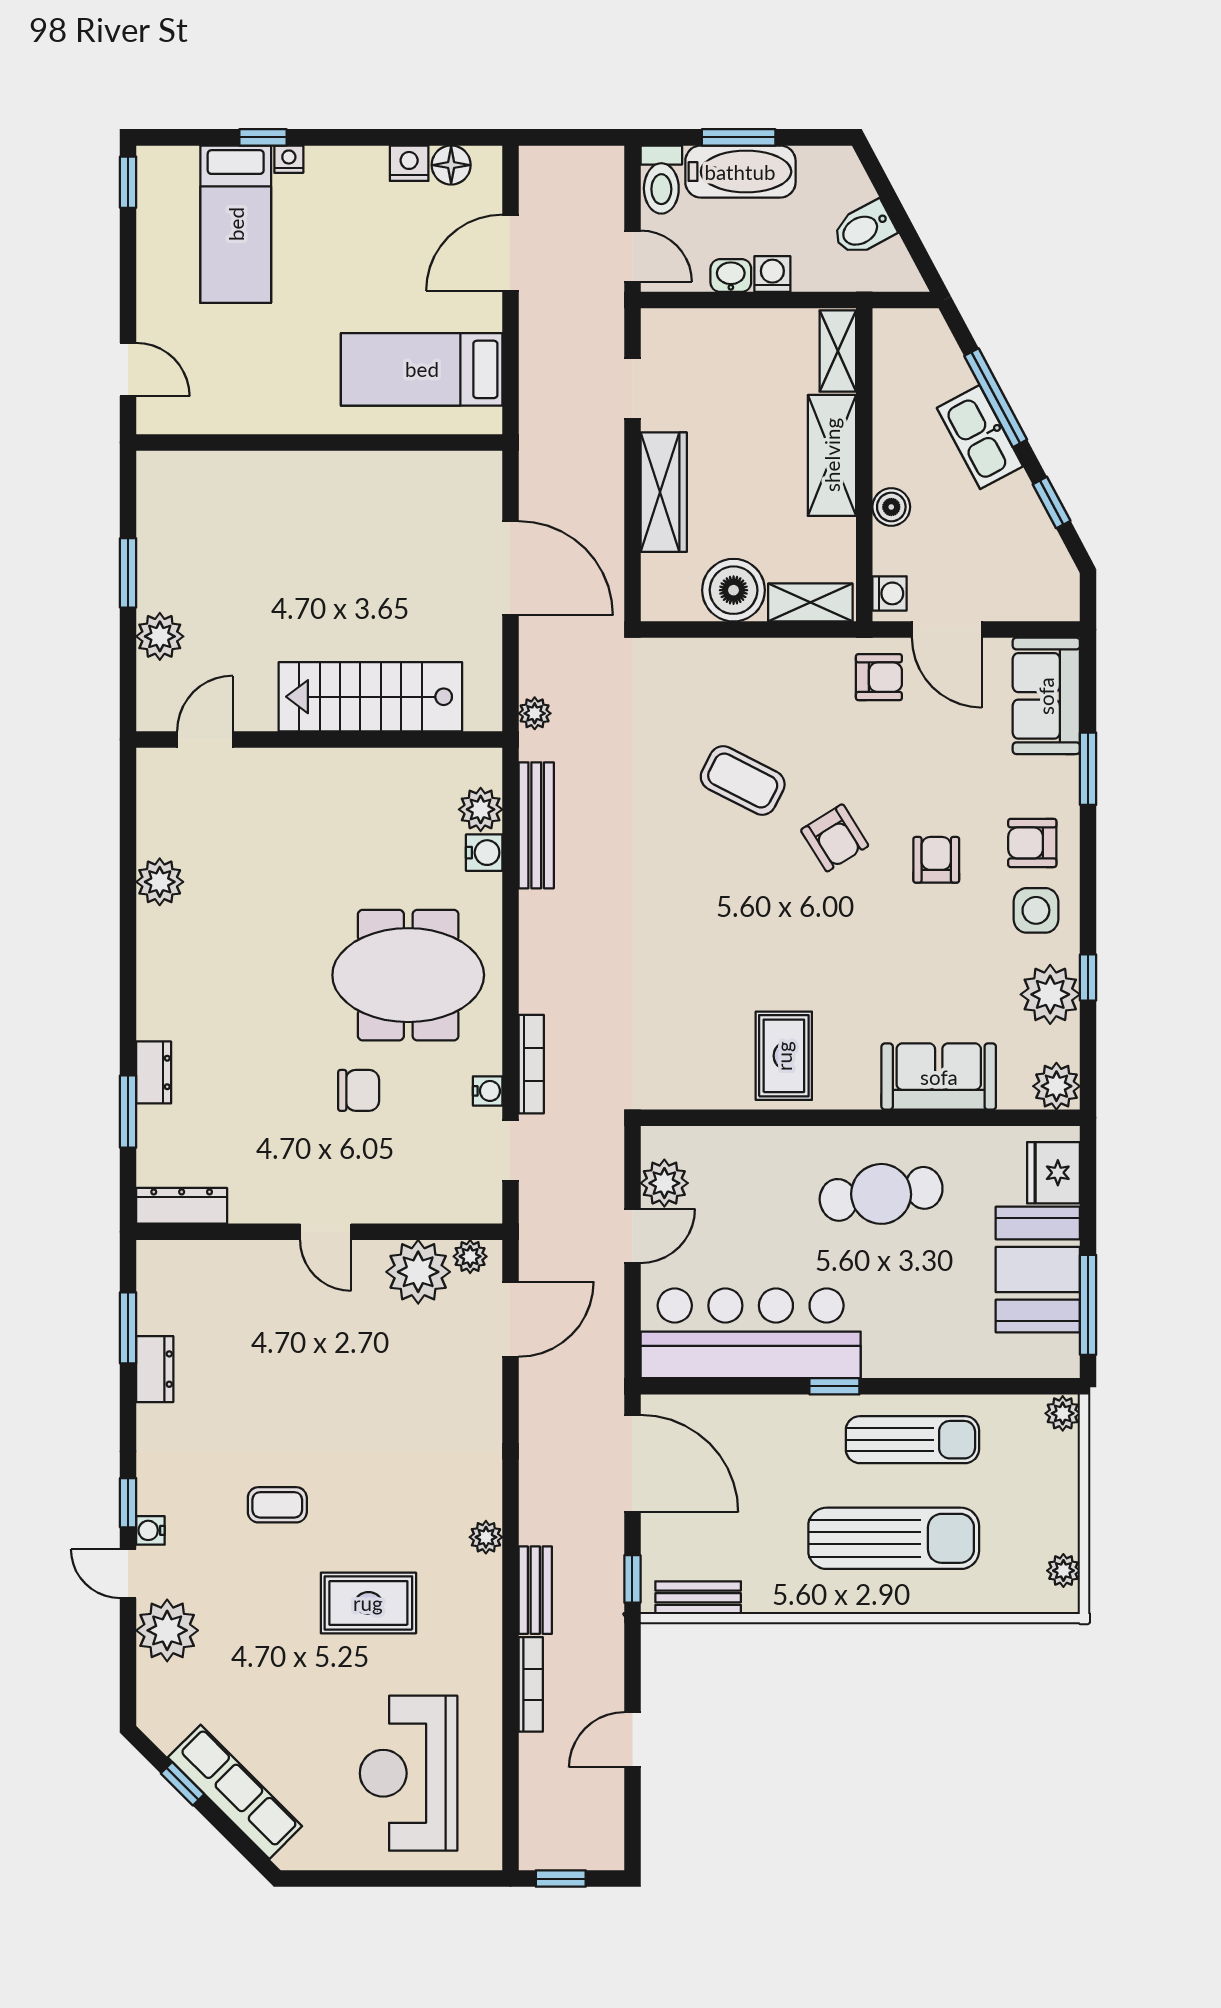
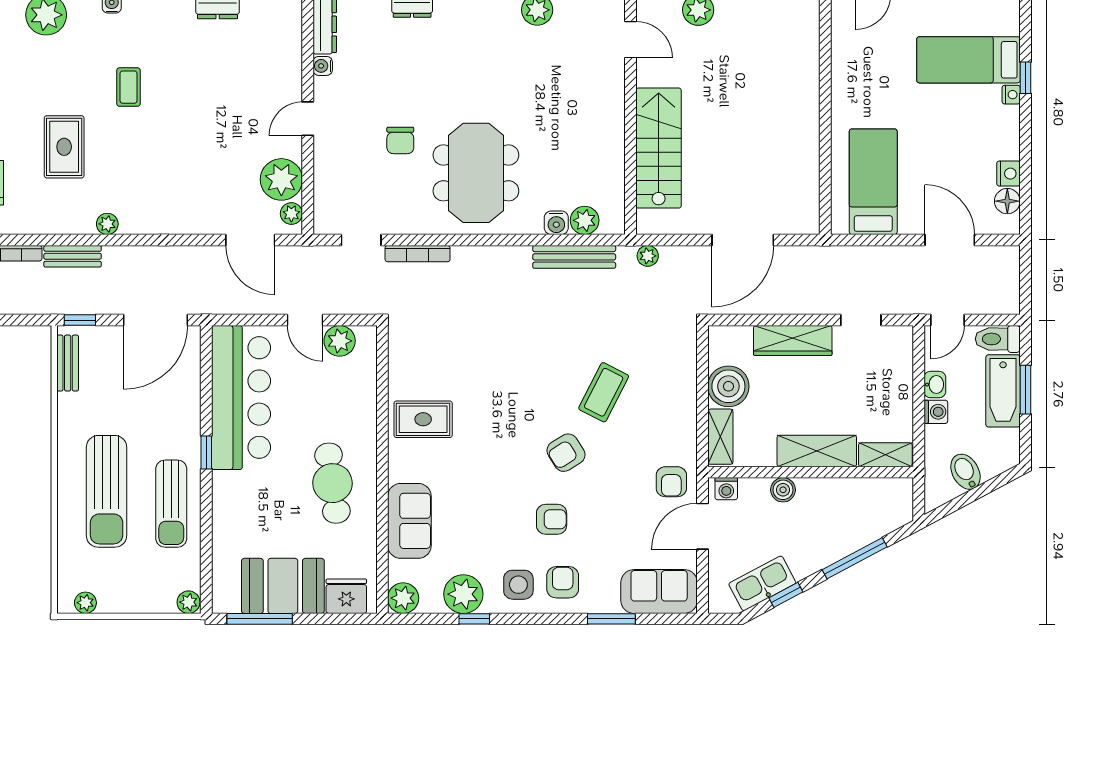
kitchen sink: (980, 437) -> (762, 583), moved
water cooler: (488, 1091) -> (323, 66), moved, turned 90

